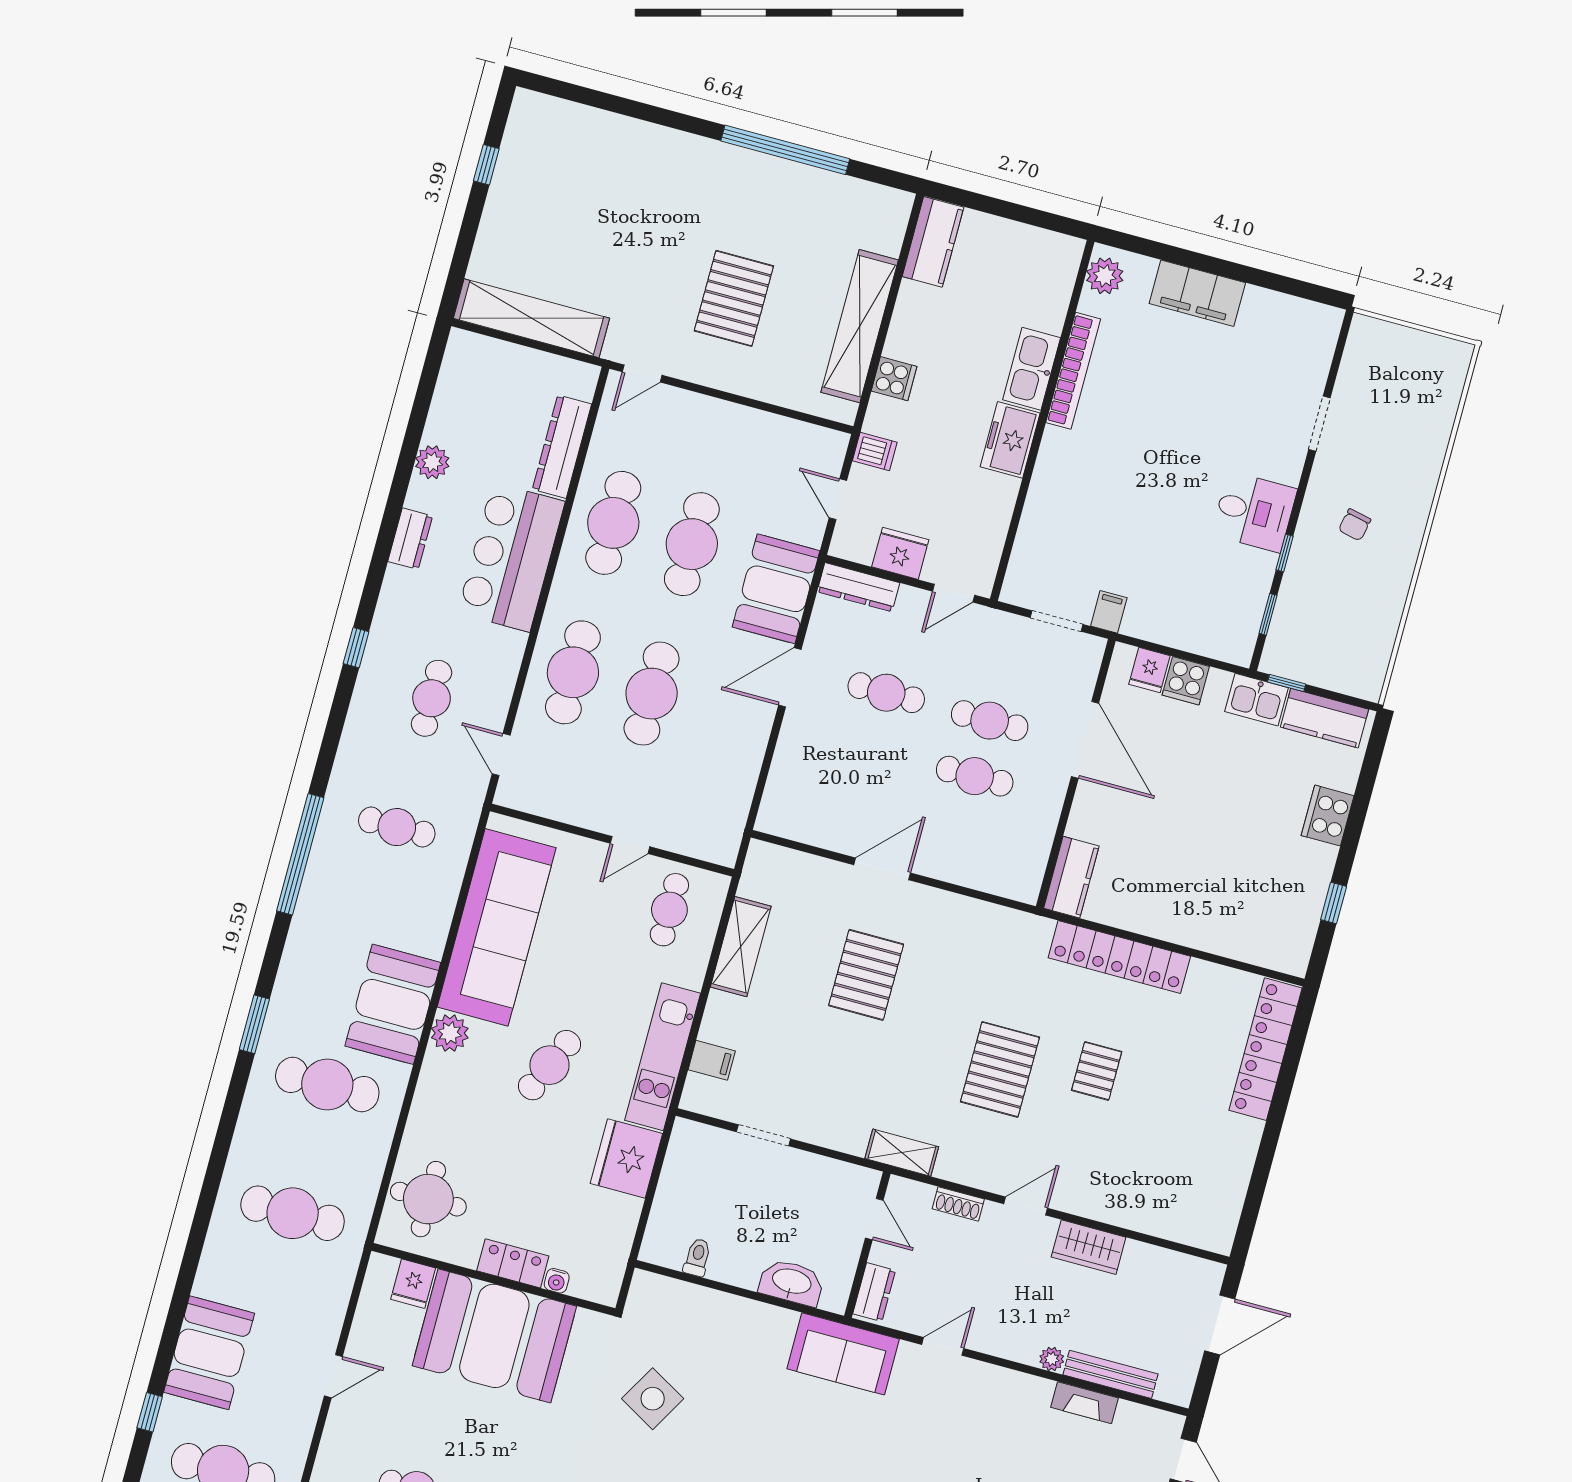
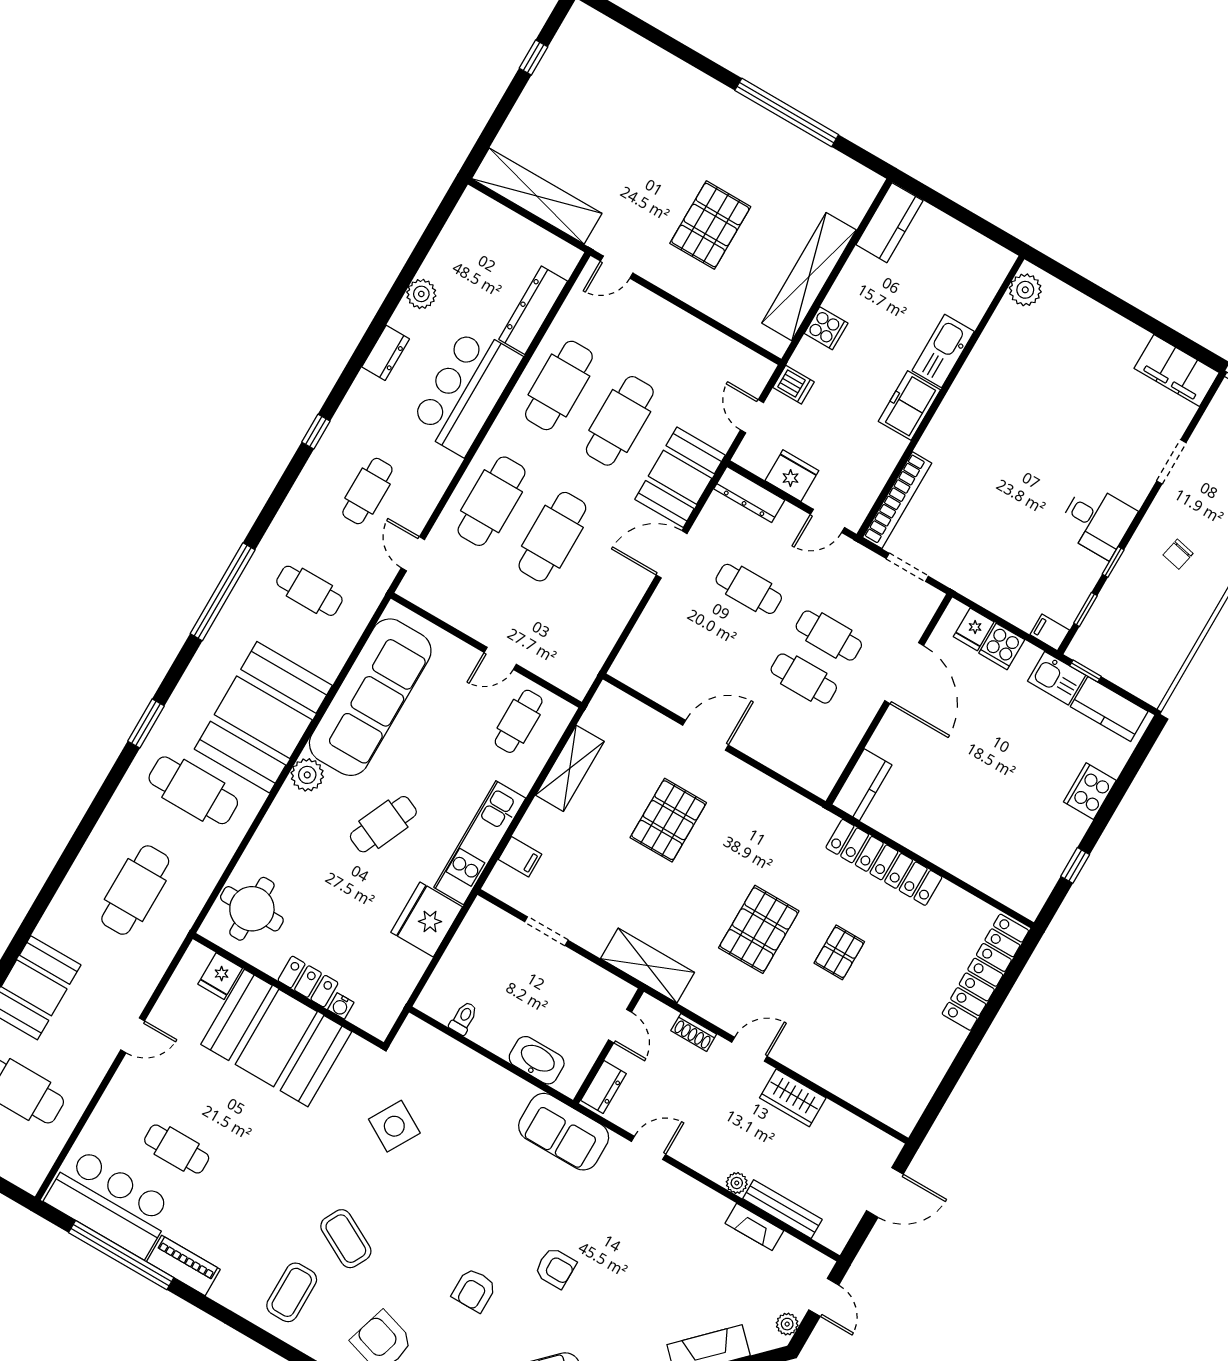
filing cabinet: (1197, 293) -> (1177, 371), moved
bookcase: (1073, 371) -> (897, 500), moved
filing cabinet: (1109, 612) -> (1050, 632), moved, turned -90
booth: (393, 1004) -> (263, 717), width x1.36, depth x1.42
shelving: (902, 1153) -> (648, 966), width x1.50, depth x1.33
cafe table: (293, 1213) -> (135, 890), turned 90

